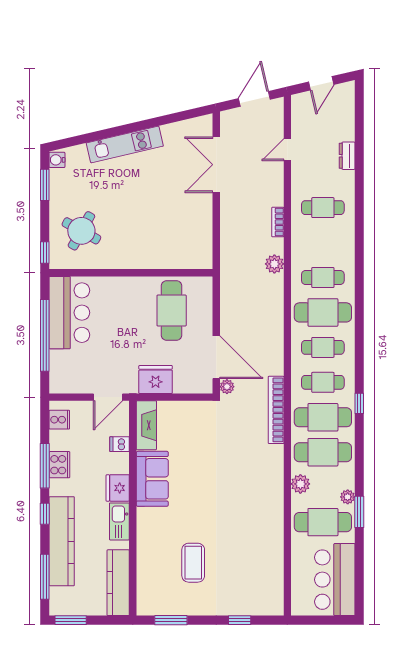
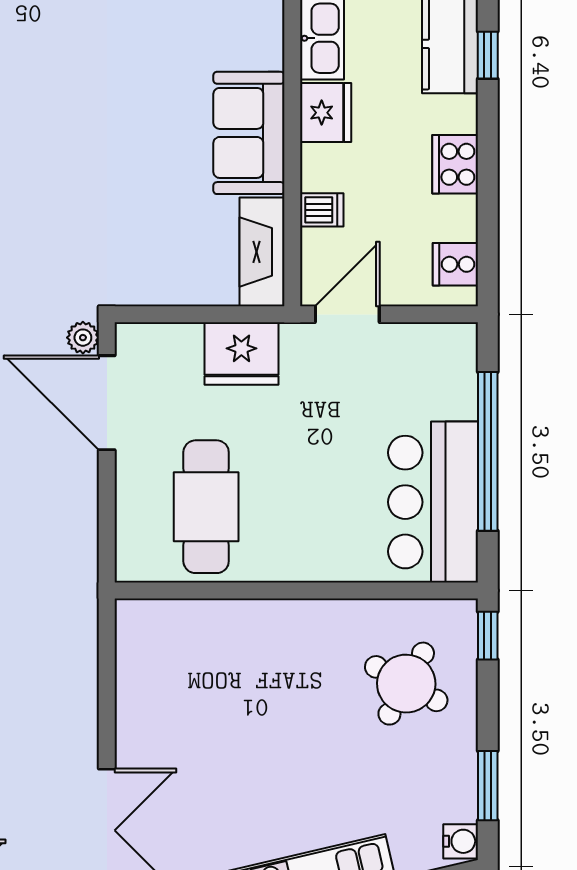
window: (45, 466) -> (488, 162), removed

